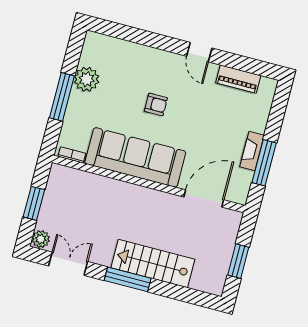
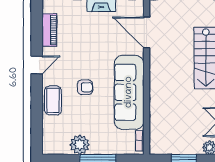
coffee table: (150, 61) -> (53, 100), added
armchair: (156, 104) -> (85, 87), turned 90

